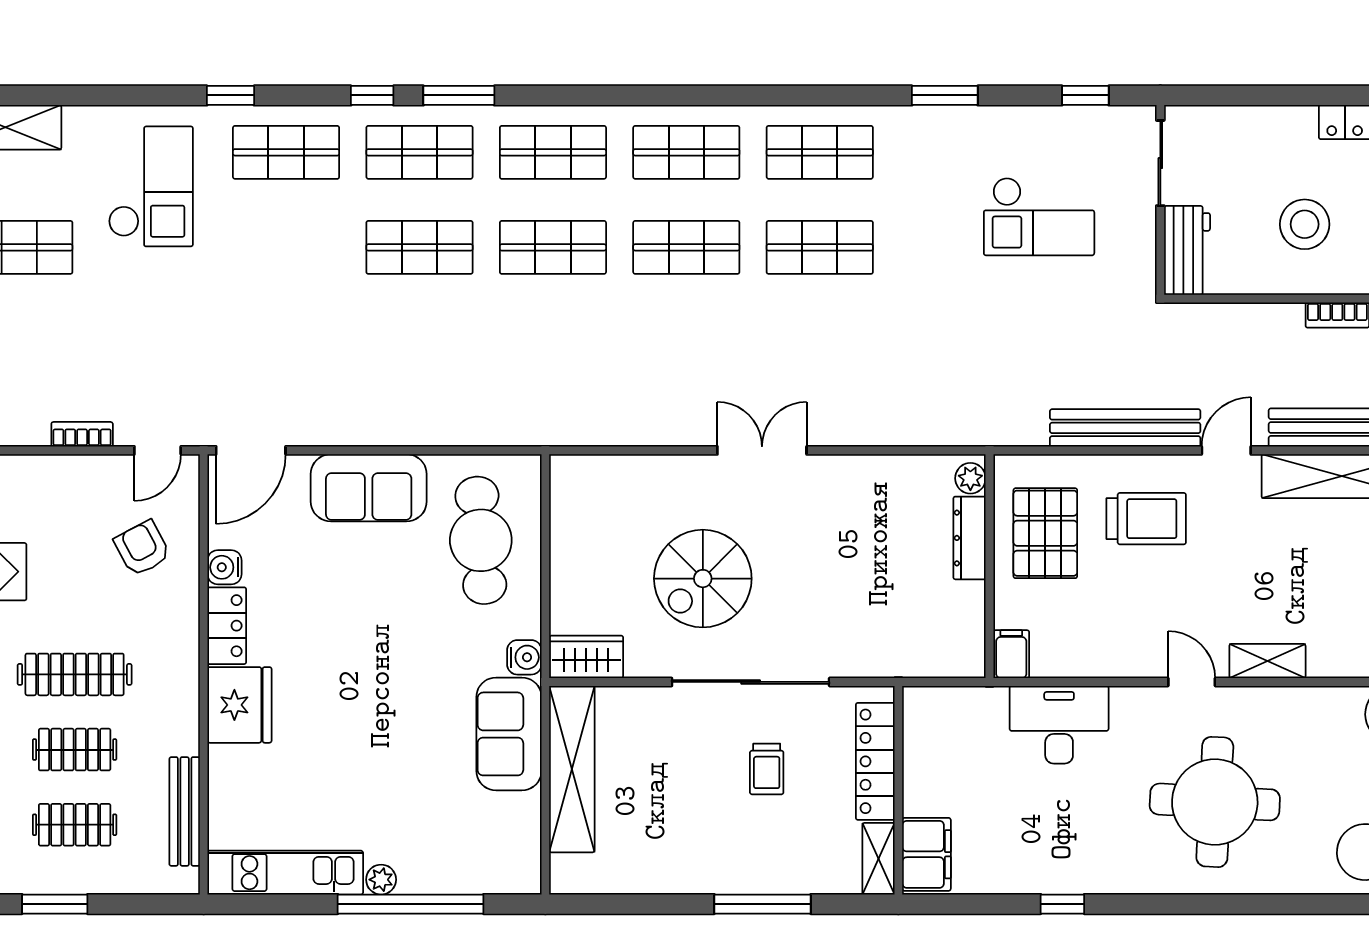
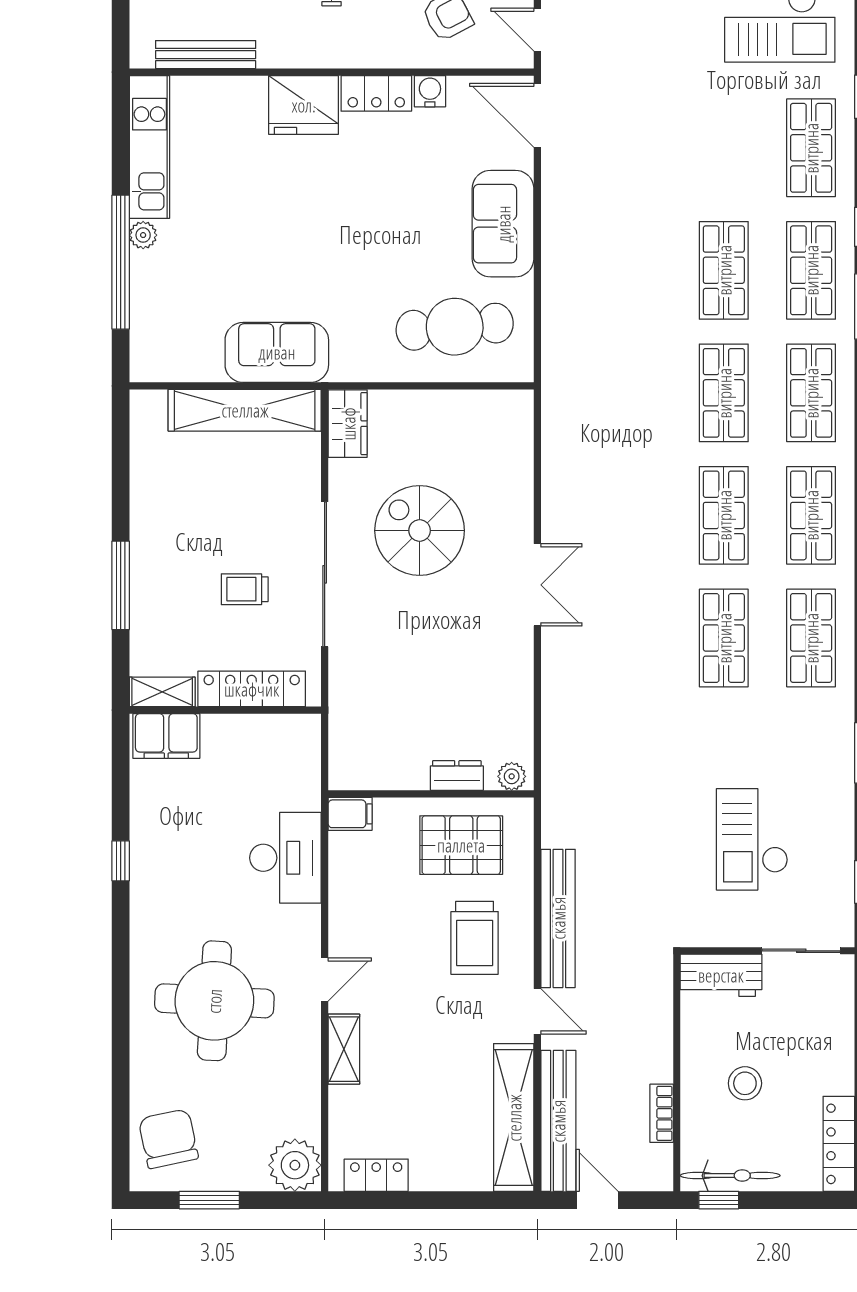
stool: (1305, 224) -> (745, 1083), width x0.73, depth x0.73
dresser: (969, 538) -> (457, 775), width x0.70
water cooler: (524, 657) -> (347, 367), removed

